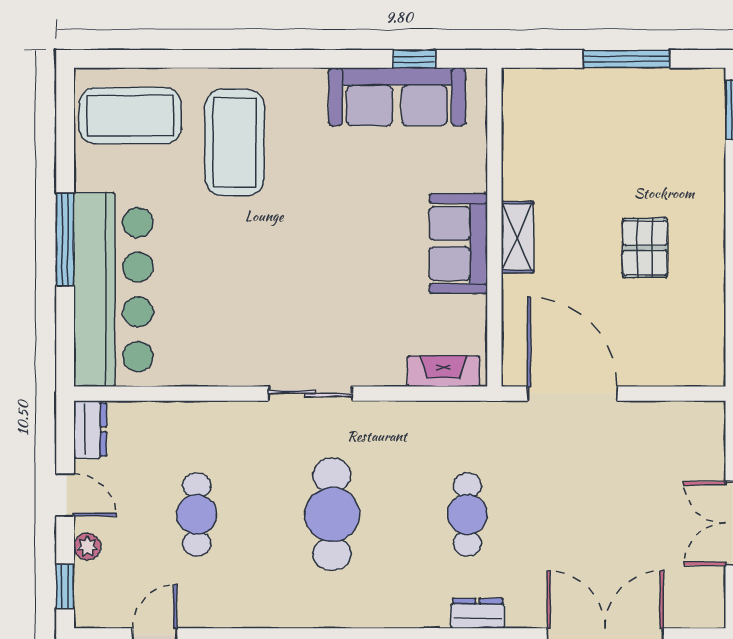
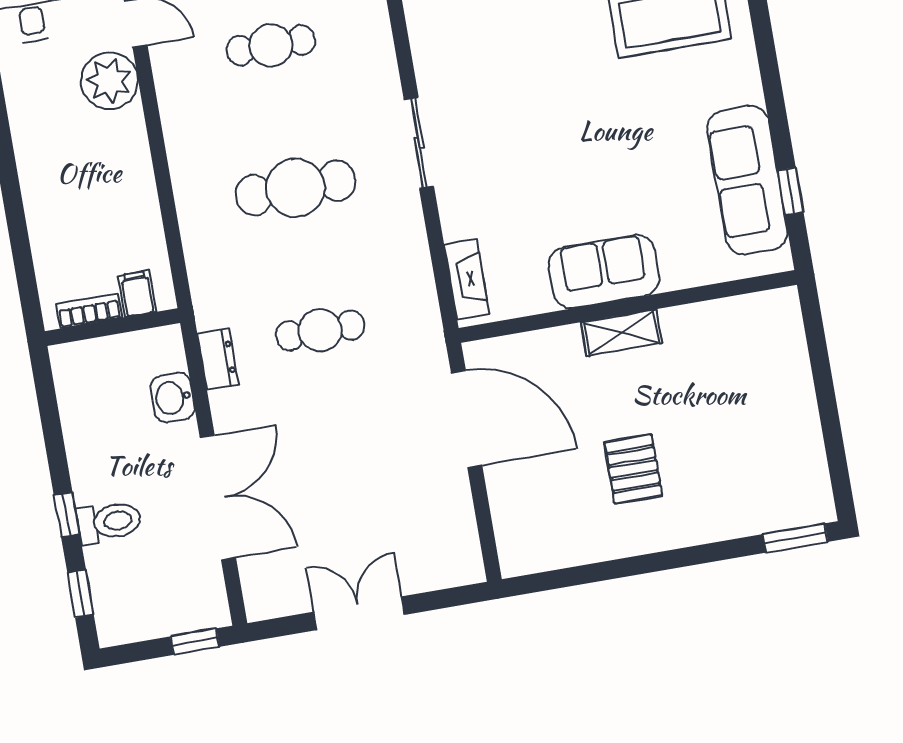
window: (627, 59) -> (829, 415), removed
pallet: (645, 248) -> (633, 469), turned 90
door: (572, 394) -> (467, 419), hinge flipped

